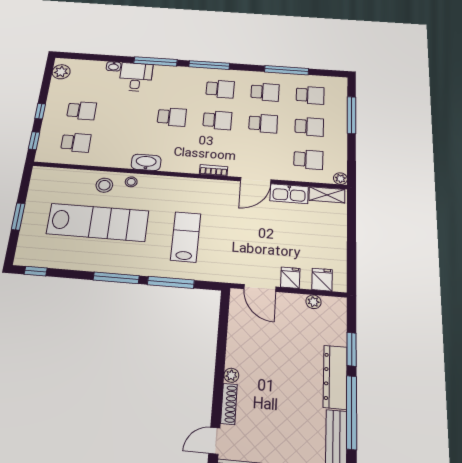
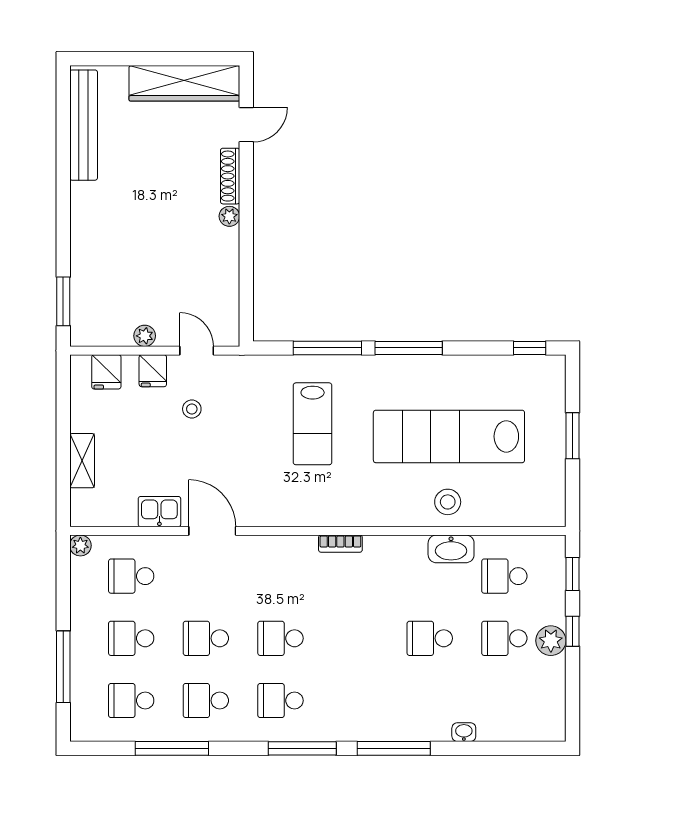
plant: (61, 72) -> (551, 641), moved
desk: (136, 77) -> (423, 713), removed
school desk: (172, 117) -> (430, 638), moved
washbasin: (146, 162) -> (451, 549), moved
bookcase: (214, 170) -> (340, 544), moved
door: (256, 180) -> (212, 531), hinge flipped
stool: (131, 182) -> (192, 409), moved
kitchen sink: (289, 194) -> (159, 512), width x0.73
shelving: (327, 195) -> (82, 461), moved, turned 90
door: (260, 288) -> (197, 351), width x0.73
plant: (313, 302) -> (145, 336), moved
window: (352, 349) -> (63, 301), moved
dresser: (335, 377) -> (86, 227), removed
window: (352, 412) -> (63, 180), removed

